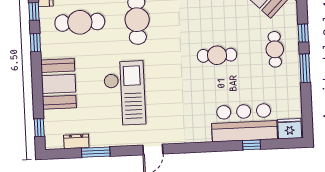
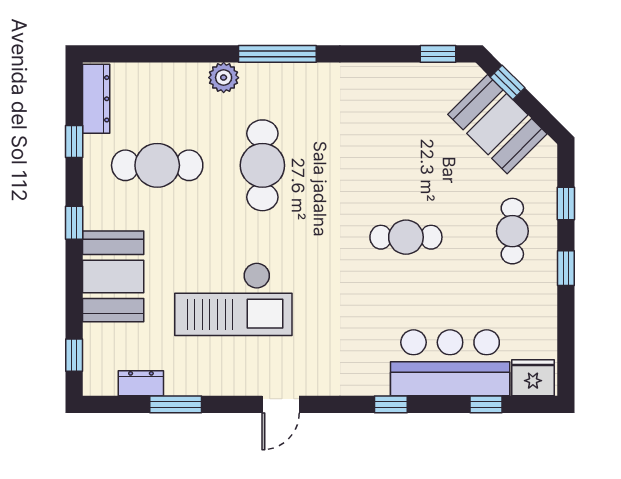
window: (35, 43) -> (74, 223), moved
window: (305, 68) -> (566, 268), width x0.67
checkout: (125, 93) -> (233, 299), turned 90
window: (252, 145) -> (486, 404), moved
window: (213, 147) -> (391, 404), added

